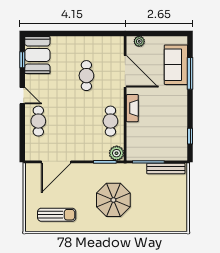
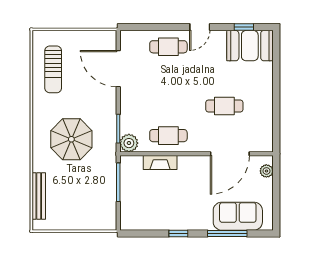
fireplace: (132, 108) -> (160, 162), moved
window: (190, 136) -> (178, 233), moved
bench: (166, 168) -> (39, 196), moved

